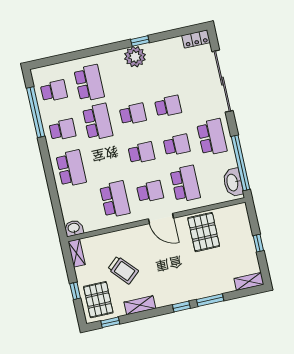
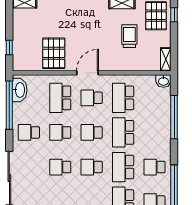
school desk: (212, 137) -> (29, 132), width x0.54
school desk: (71, 168) -> (123, 132), moved
window: (53, 191) -> (174, 117), added
door: (161, 219) -> (87, 73), hinge flipped
window: (258, 243) -> (9, 47), moved
trolley: (123, 270) -> (129, 36), turned 42
window: (75, 291) -> (174, 15), moved

